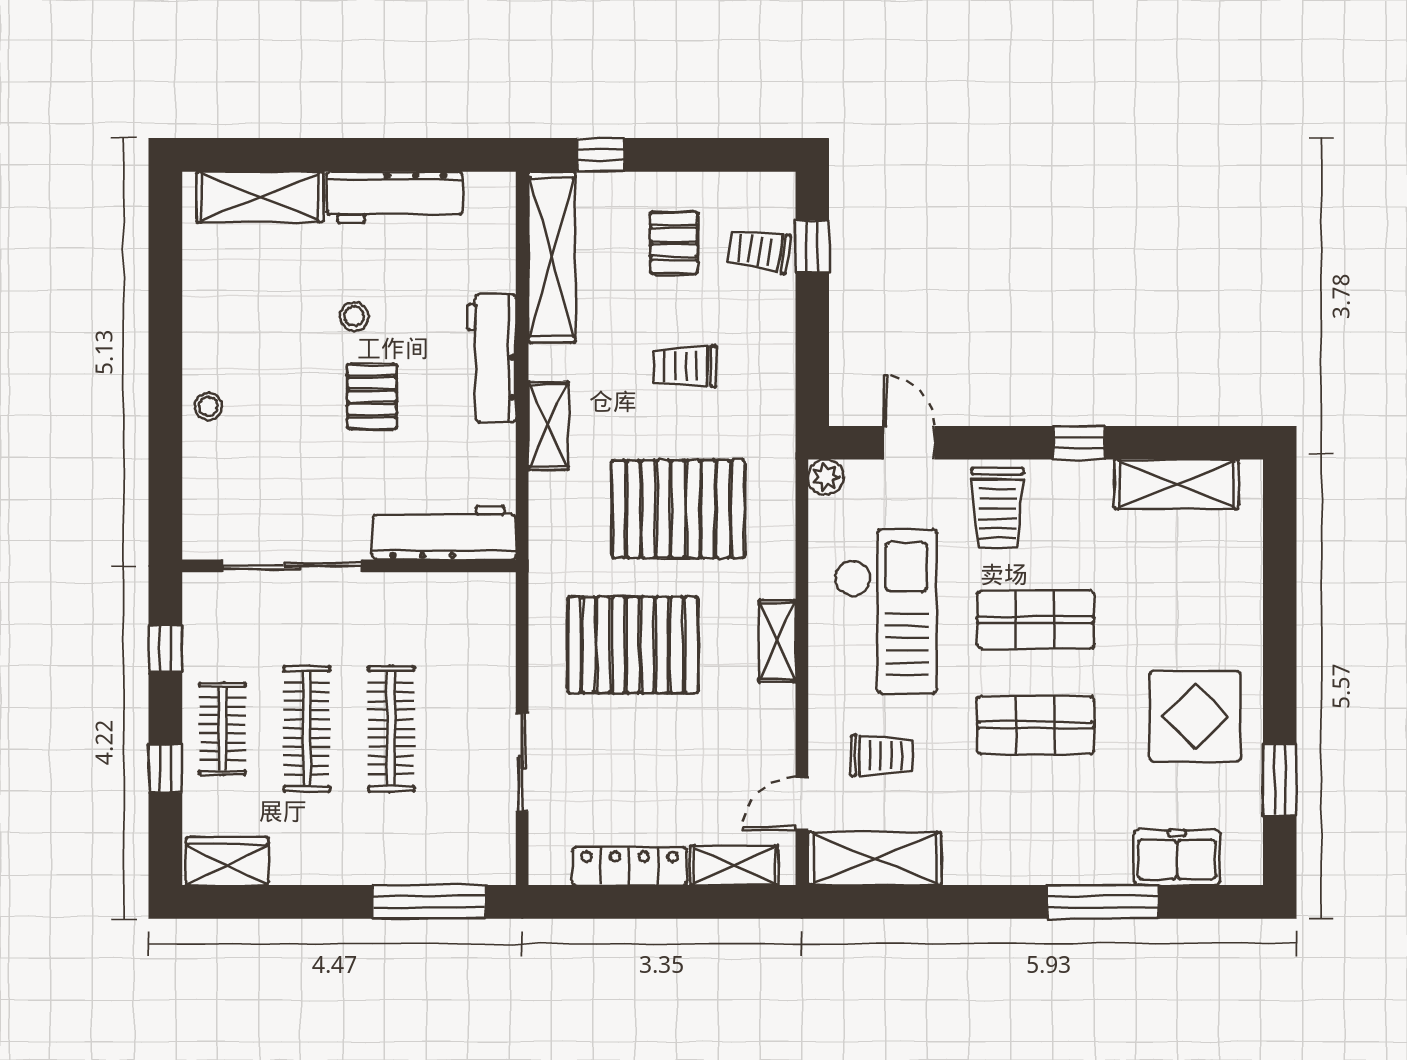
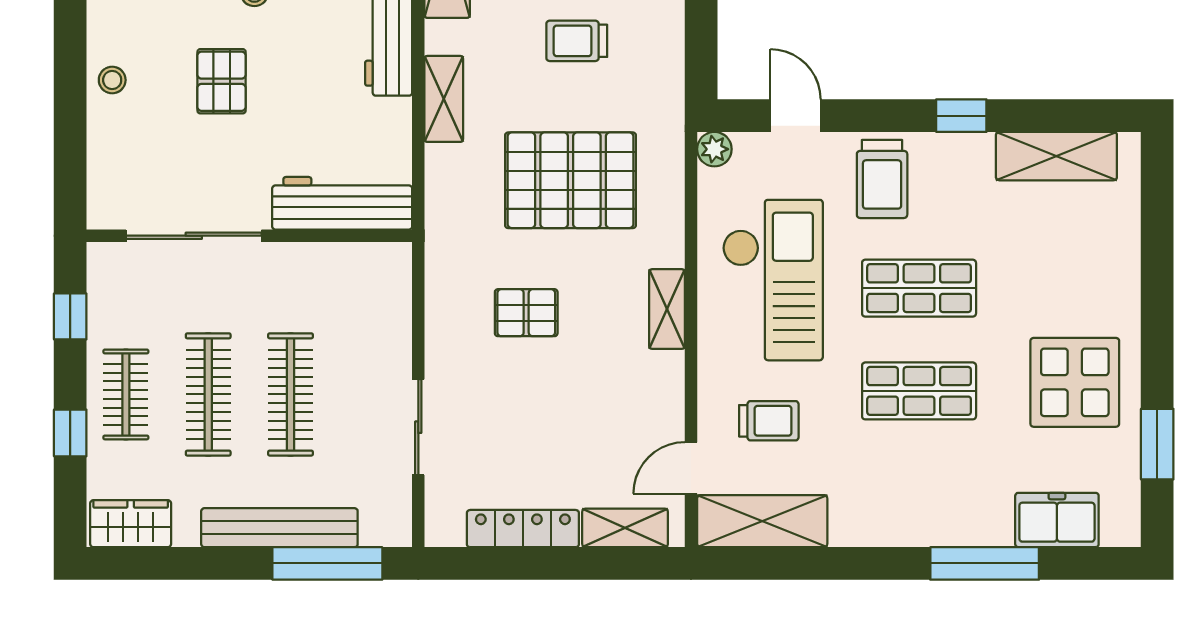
pallet: (372, 396) -> (222, 81), moved
pallet: (633, 645) -> (526, 313), width x0.49, depth x0.50
bench: (380, 865) -> (279, 528), added

